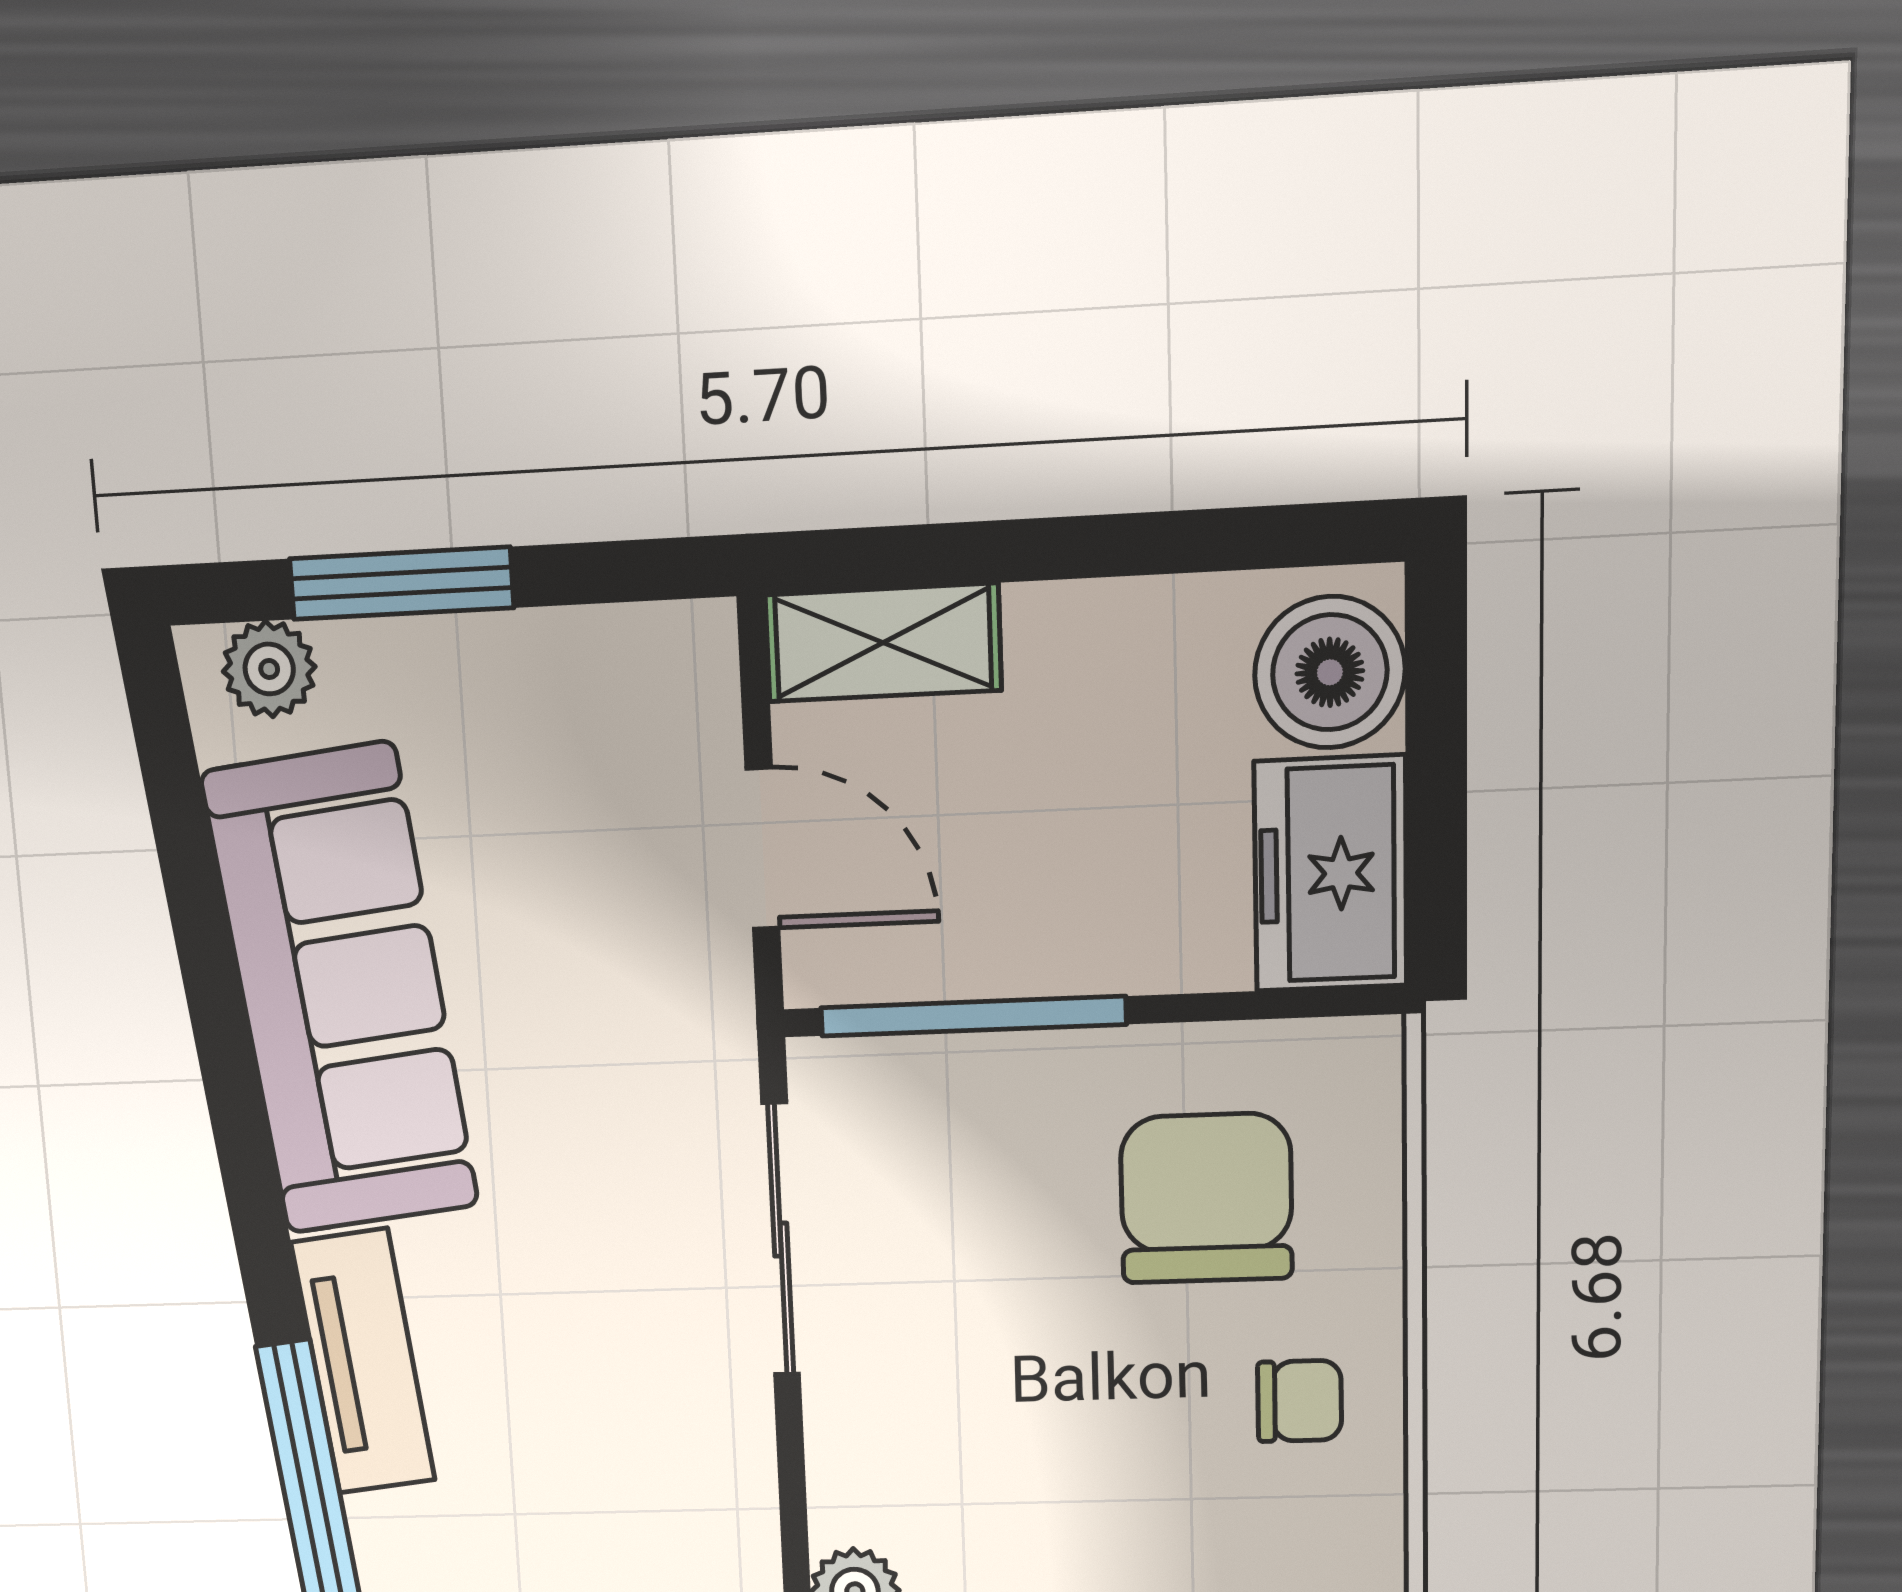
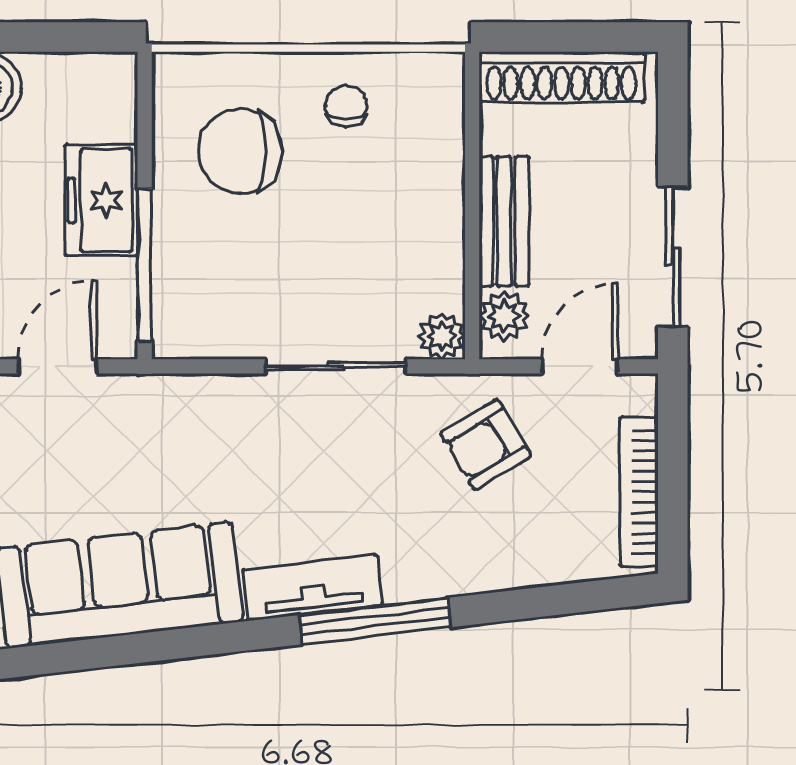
freezer: (1331, 874) -> (101, 200), moved, turned 90
sliding door: (781, 1240) -> (336, 366), moved

